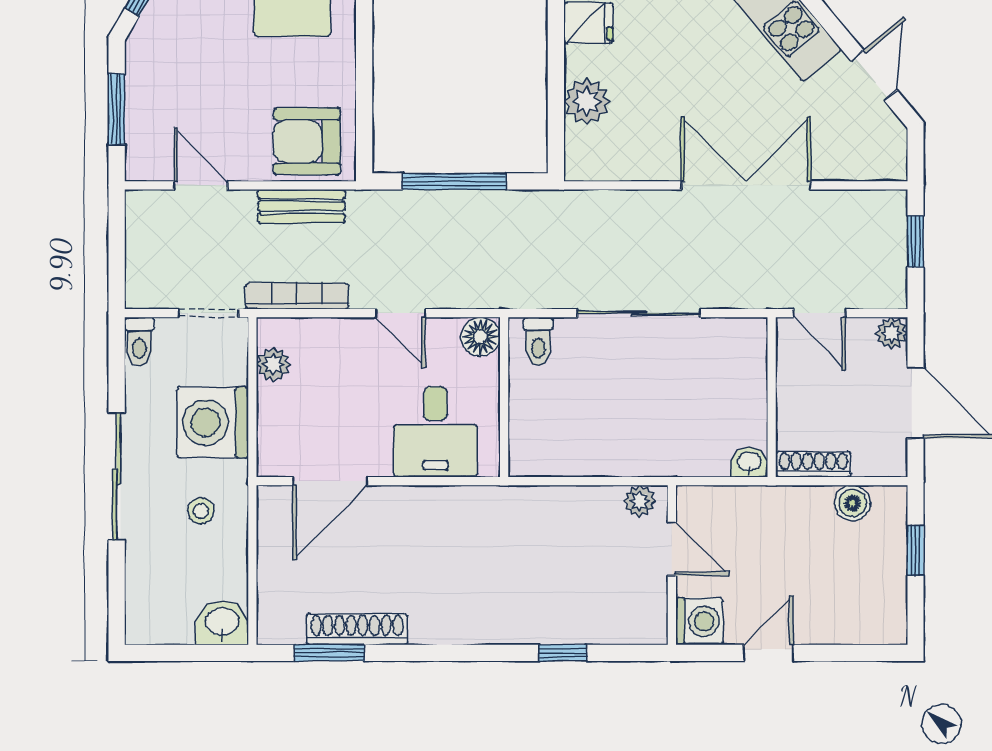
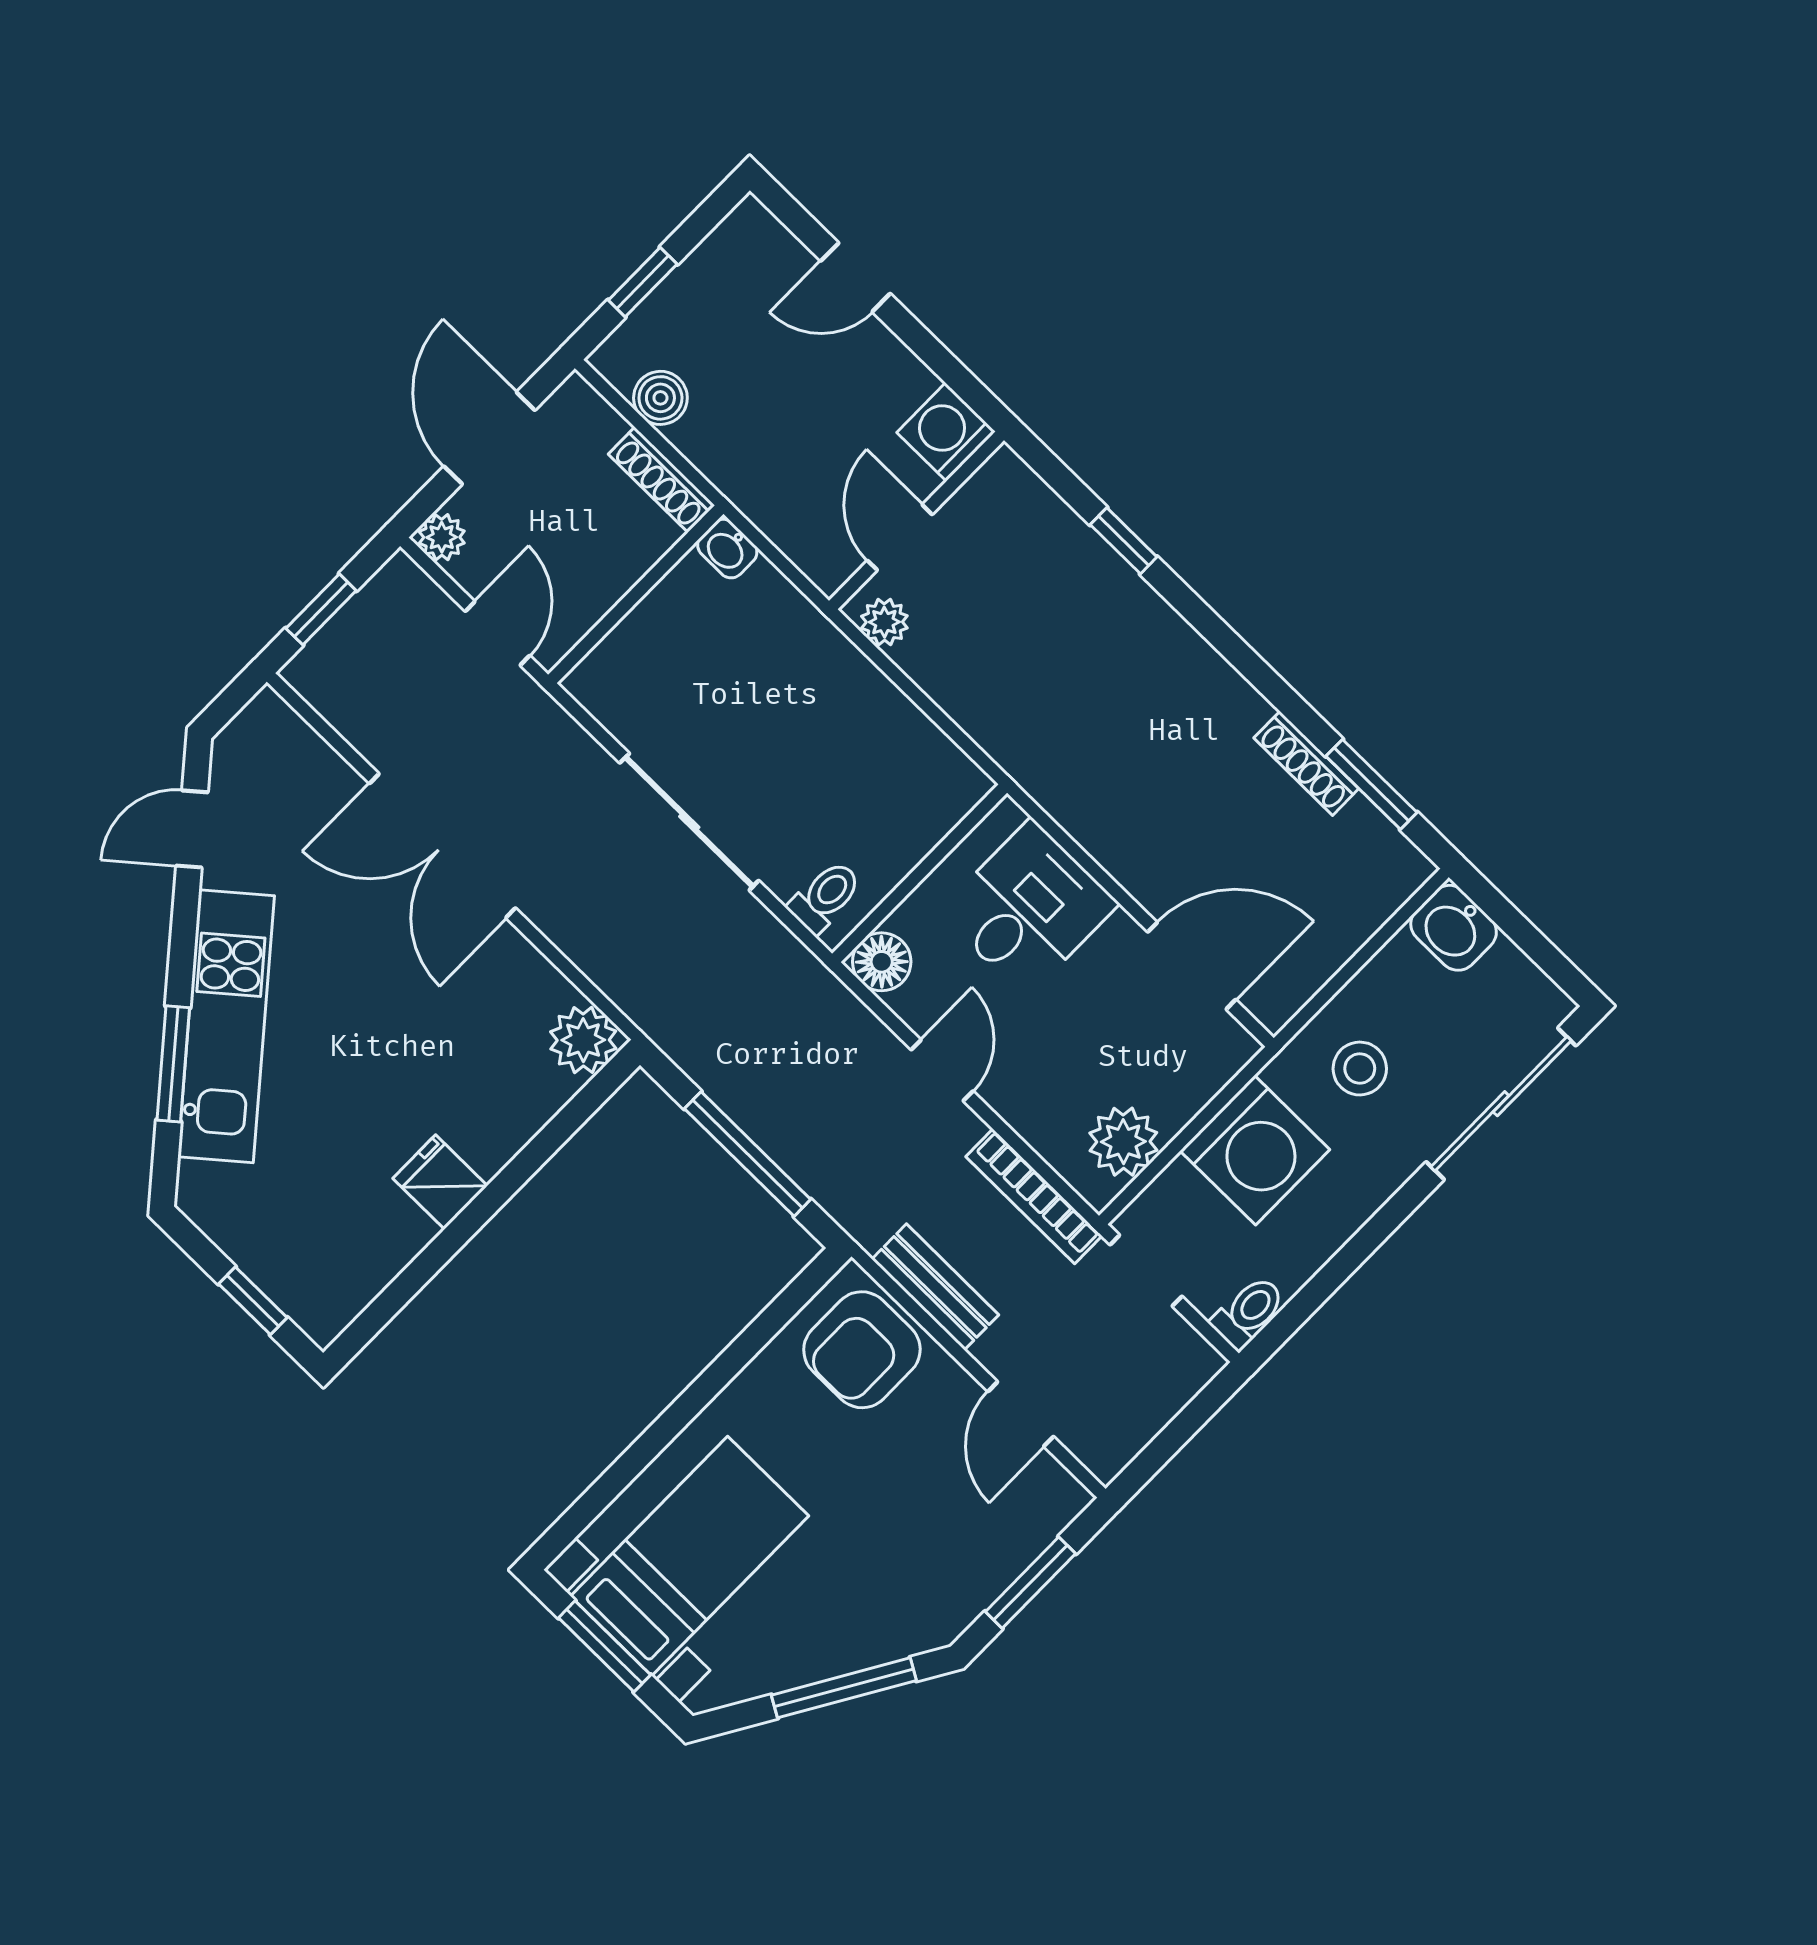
plant: (587, 102) -> (583, 1040), moved
armchair: (307, 141) -> (862, 1350), turned 90
plant: (273, 364) -> (1123, 1142), width x1.38, depth x1.38
sliding door: (117, 476) -> (1501, 1104), moved
stool: (201, 511) -> (1360, 1069), width x1.37, depth x1.37
shoe rack: (357, 629) -> (1306, 763), width x0.74, depth x0.81
door: (768, 653) -> (856, 277), moved

